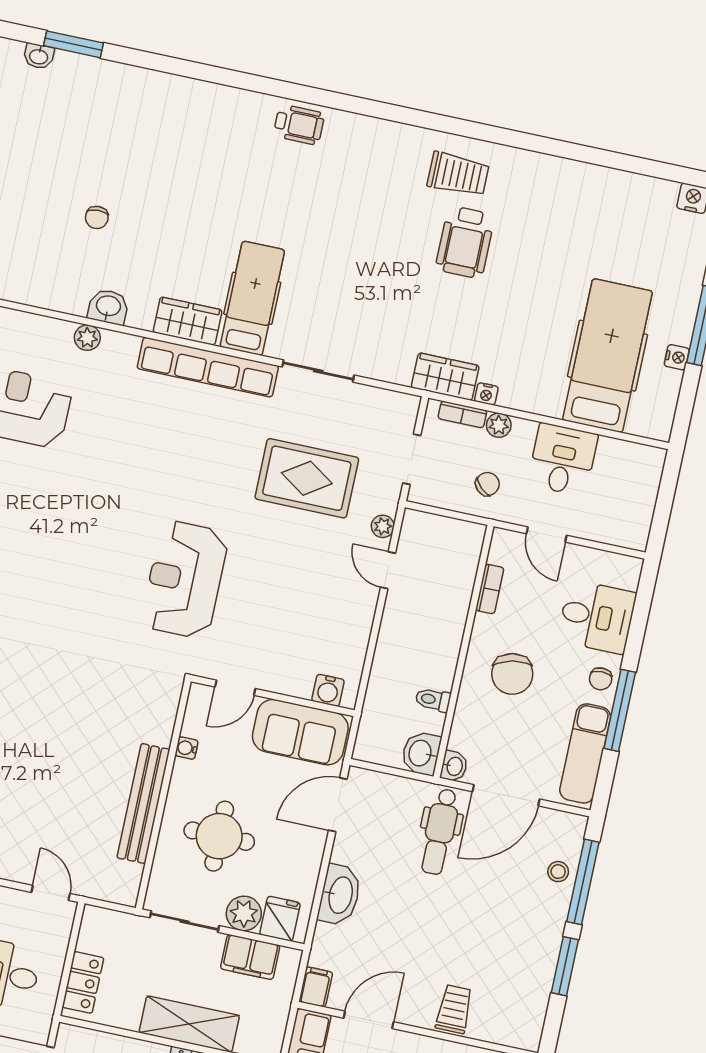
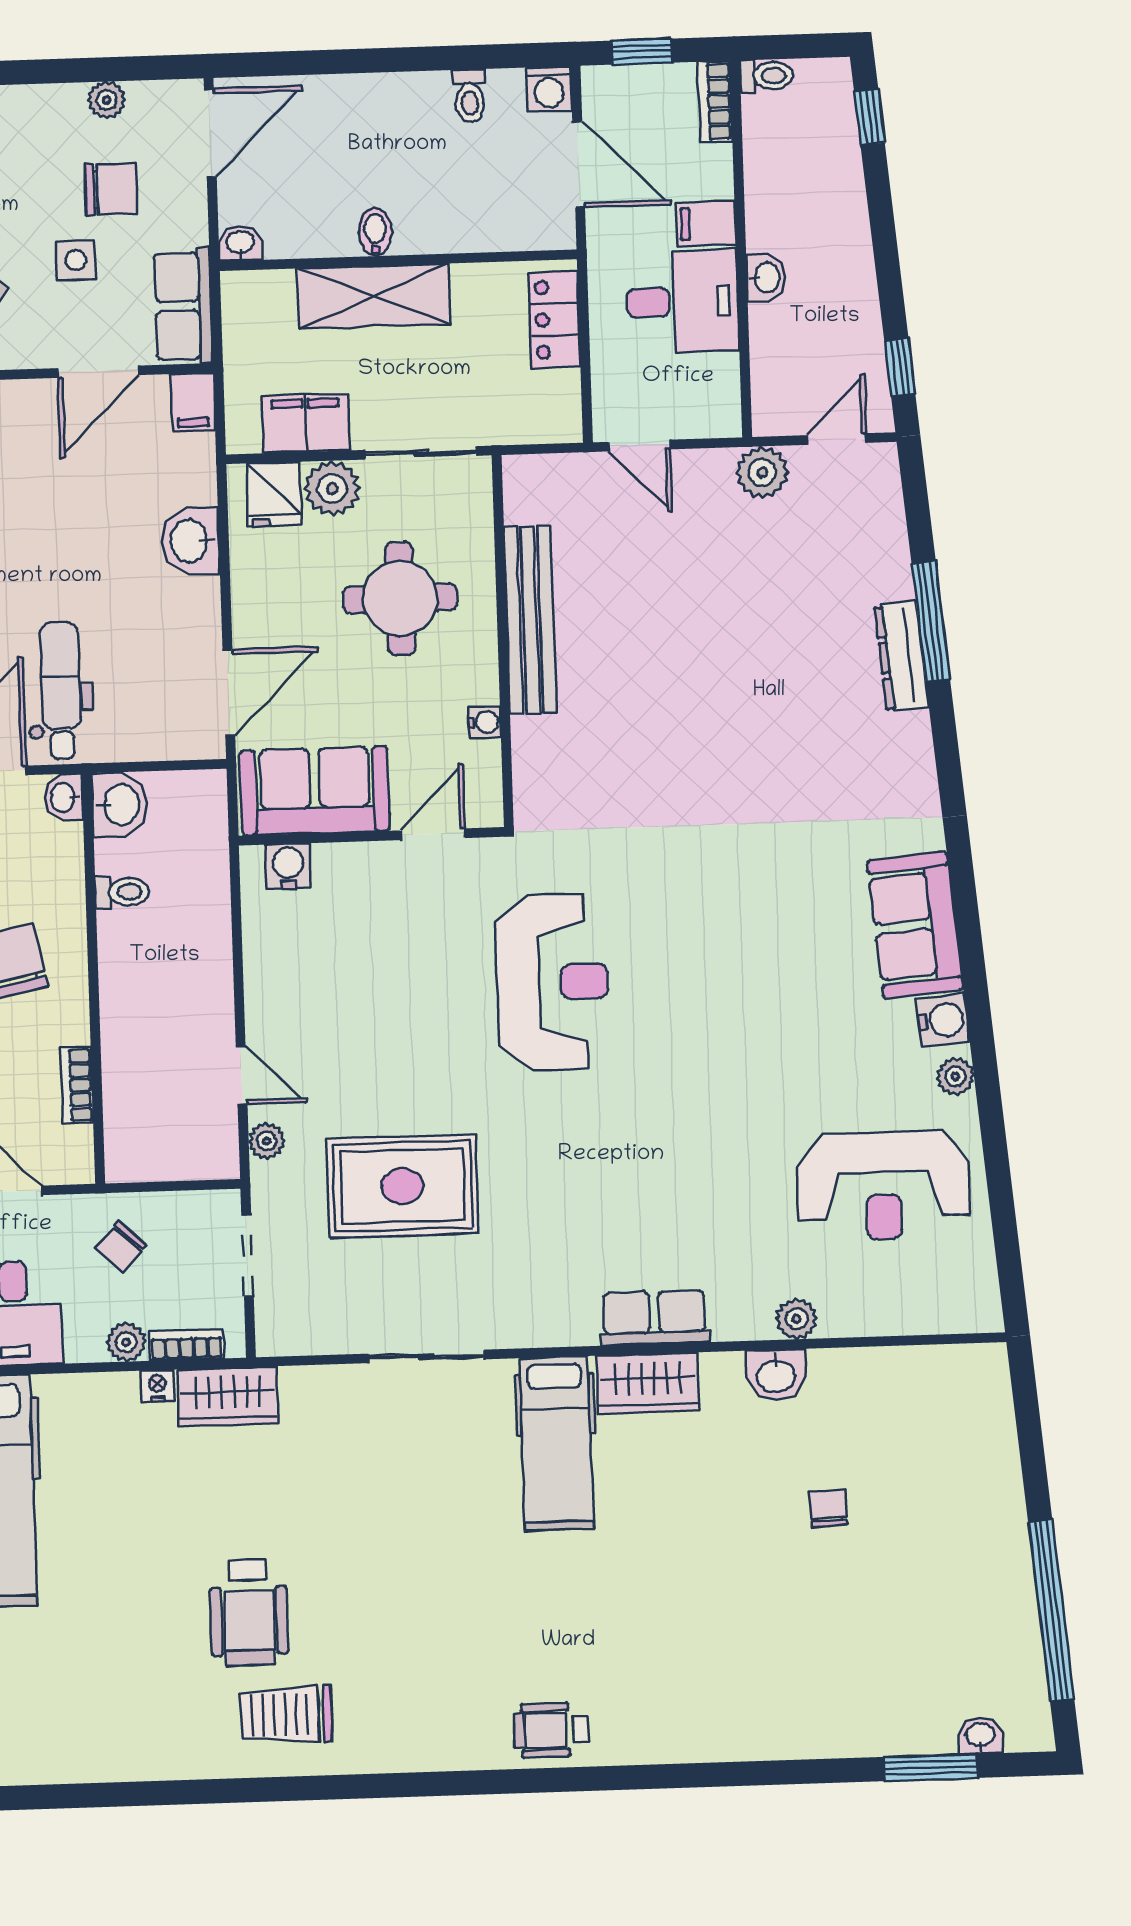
wheelchair: (465, 242) -> (249, 1612), turned 180
row of seats: (208, 367) -> (654, 1318), width x0.50
washbasin: (340, 895) -> (191, 541), width x0.72

